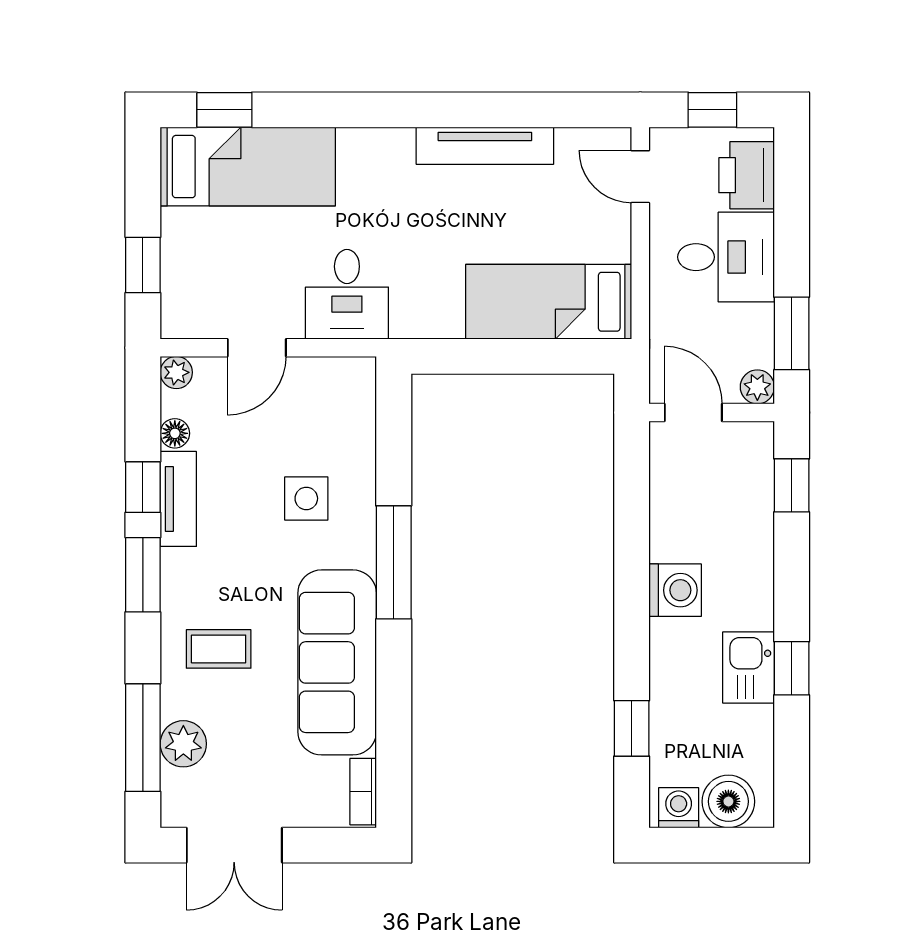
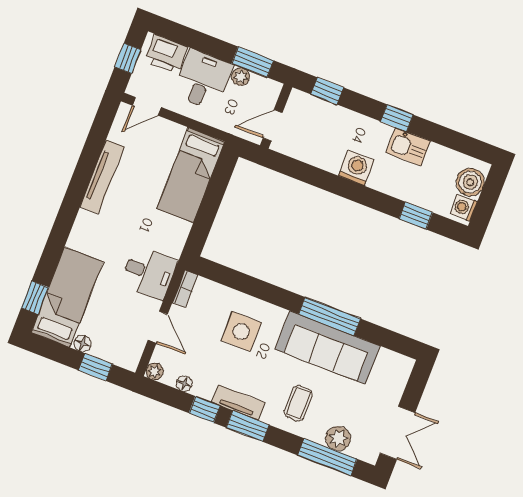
floor lamp: (176, 225) -> (82, 343), added
plant: (757, 387) -> (241, 77), moved
side table: (306, 498) -> (241, 331), width x1.37, depth x1.37
tv unit: (178, 499) -> (238, 403), moved
window: (394, 562) -> (330, 316), moved
window: (792, 668) -> (397, 118), moved
bookcase: (363, 792) -> (185, 289), moved, turned -90

